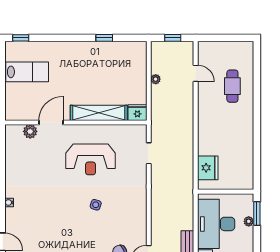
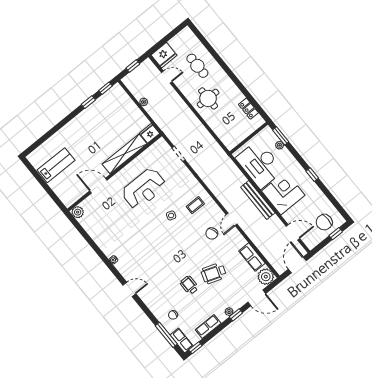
window: (21, 38) -> (106, 88), moved
door: (51, 123) -> (98, 186), hinge flipped
round table: (218, 124) -> (208, 98), added
plant: (30, 131) -> (78, 212), moved
locker: (247, 164) -> (248, 109), added
fridge: (208, 168) -> (164, 55), moved, turned 90
coffee table: (126, 213) -> (195, 205), added

